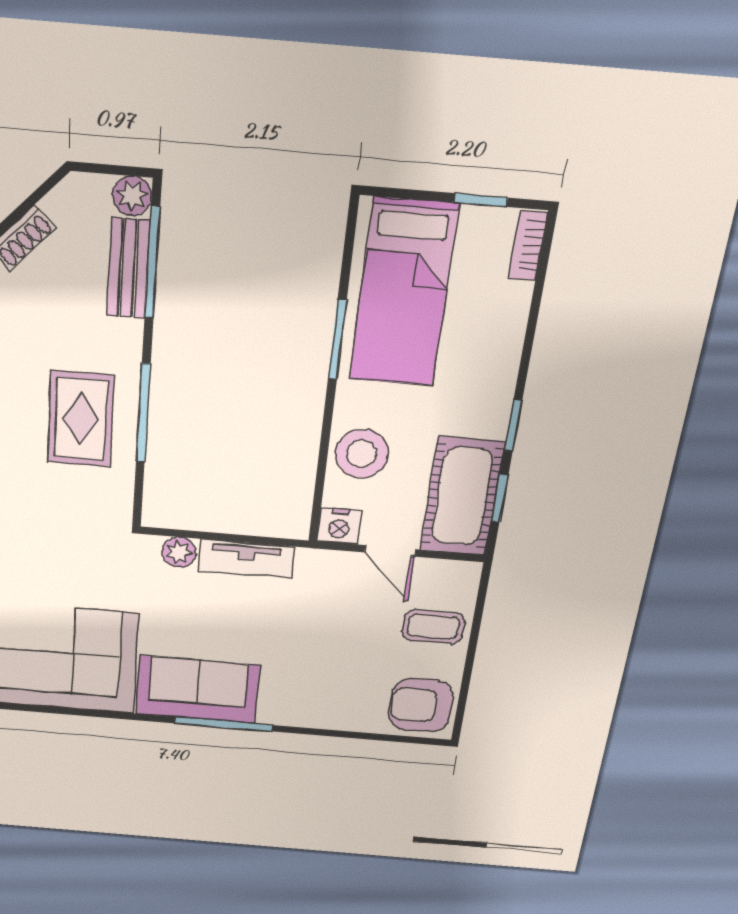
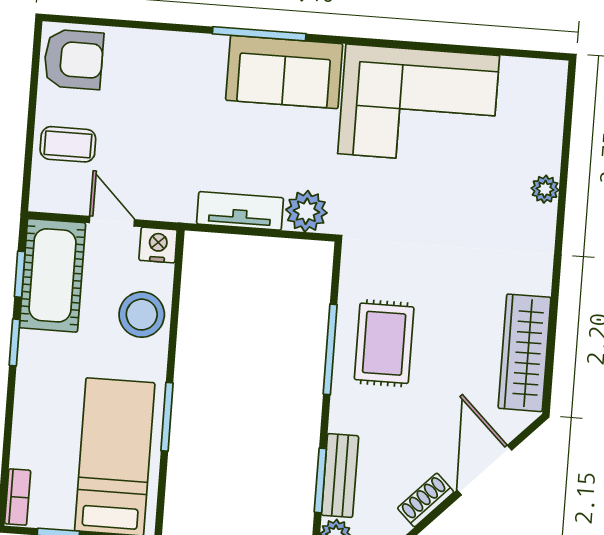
window: (152, 263) -> (320, 480), width x0.69
plant: (179, 552) -> (306, 211), width x1.38, depth x1.38

